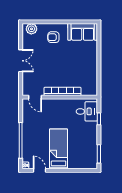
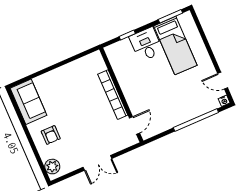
double door: (21, 61) -> (97, 163), swing flipped
desk: (87, 111) -> (146, 44), moved
bed: (59, 149) -> (175, 46), moved, turned -90
door: (40, 170) -> (223, 81), hinge flipped

